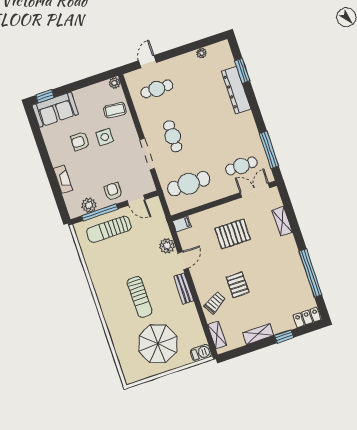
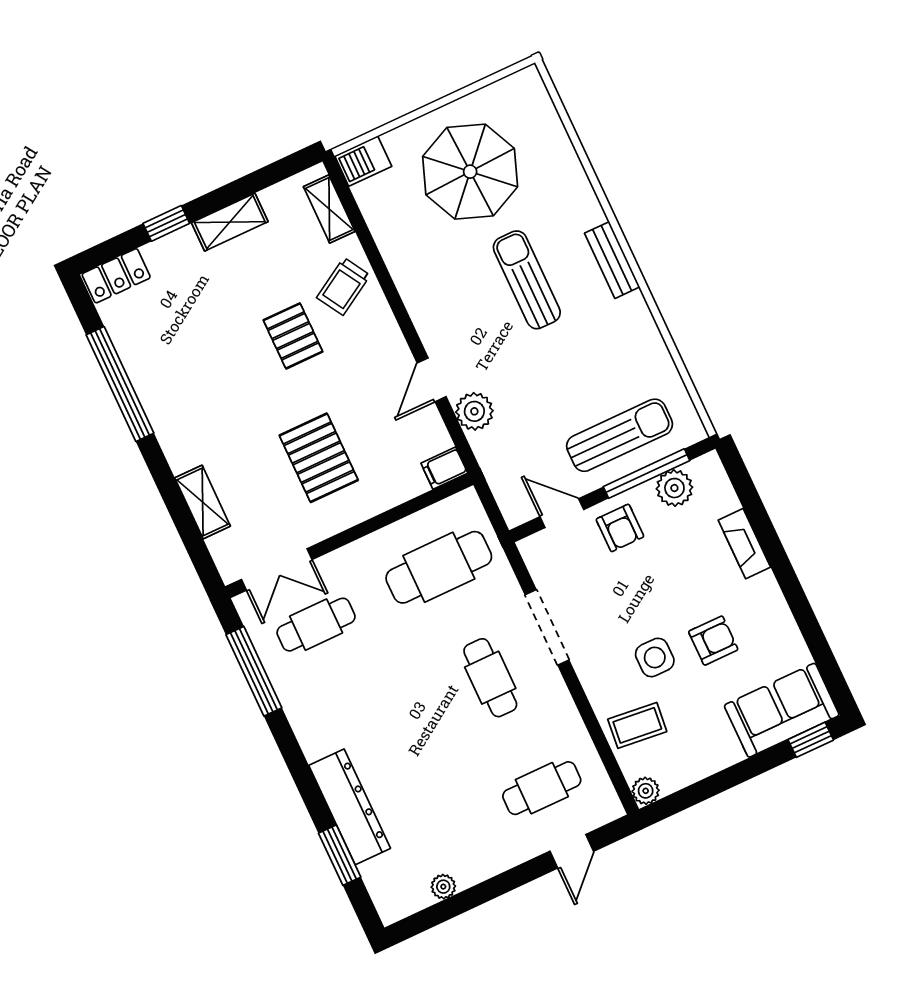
pallet: (233, 234) -> (319, 458), turned 90
bench: (184, 289) -> (612, 260), moved

